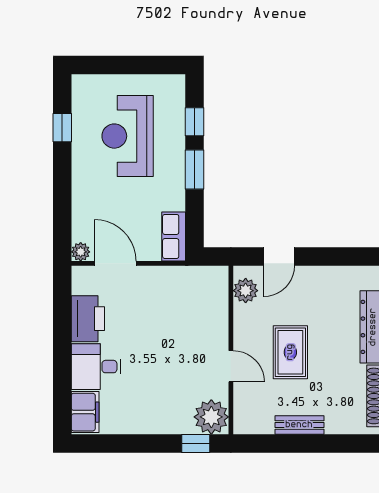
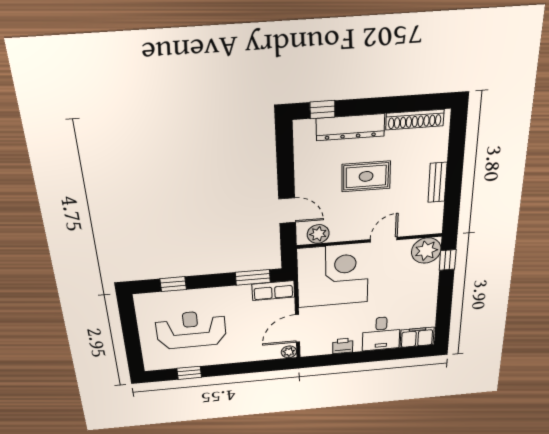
reception desk: (128, 136) -> (191, 330), turned 180
window: (194, 170) -> (253, 277), moved
corner desk: (187, 307) -> (333, 276), added
printer: (88, 319) -> (343, 346), width x0.53, depth x0.68
rug: (290, 352) -> (366, 176), moved

